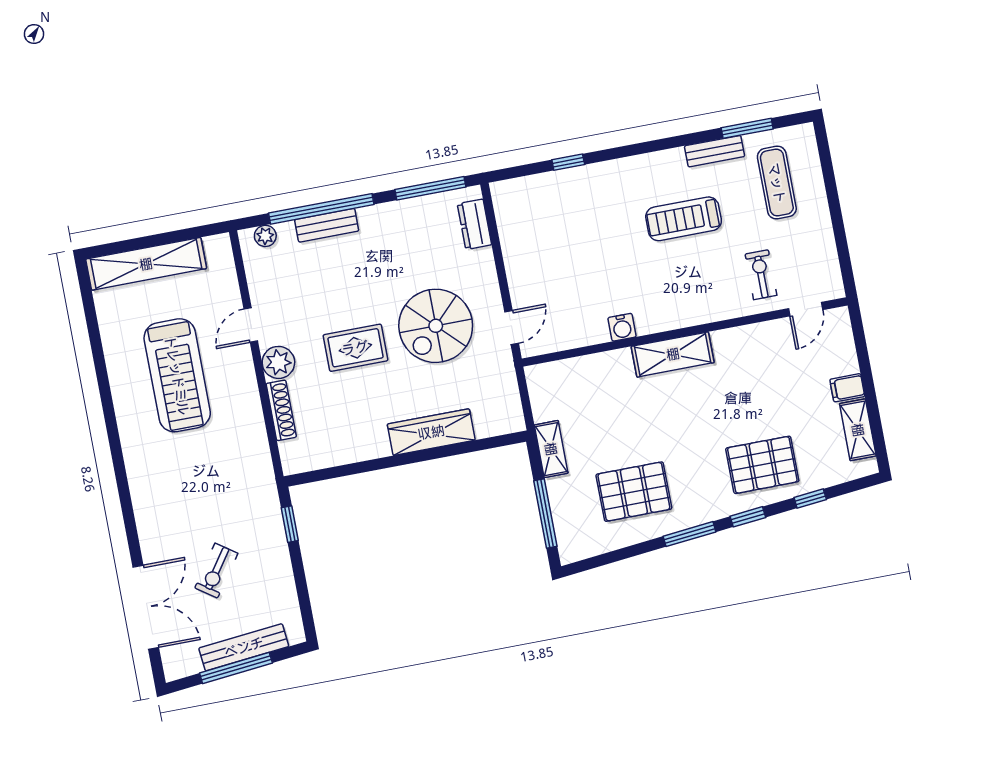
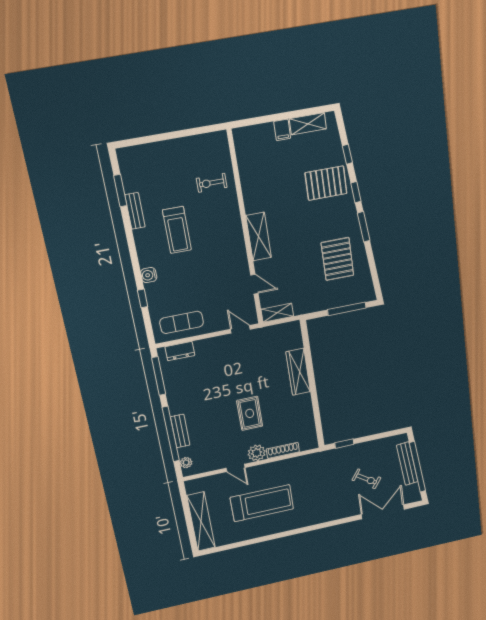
exercise mat: (777, 183) -> (182, 322), moved
door: (806, 309) -> (254, 284), moved
spiral stairs: (436, 326) -> (238, 371), removed
water cooler: (622, 327) -> (149, 275), moved, turned 180
shelving: (551, 449) -> (277, 313), moved
pallet: (762, 465) -> (326, 183), turned 90
window: (236, 668) -> (418, 467), width x1.46

